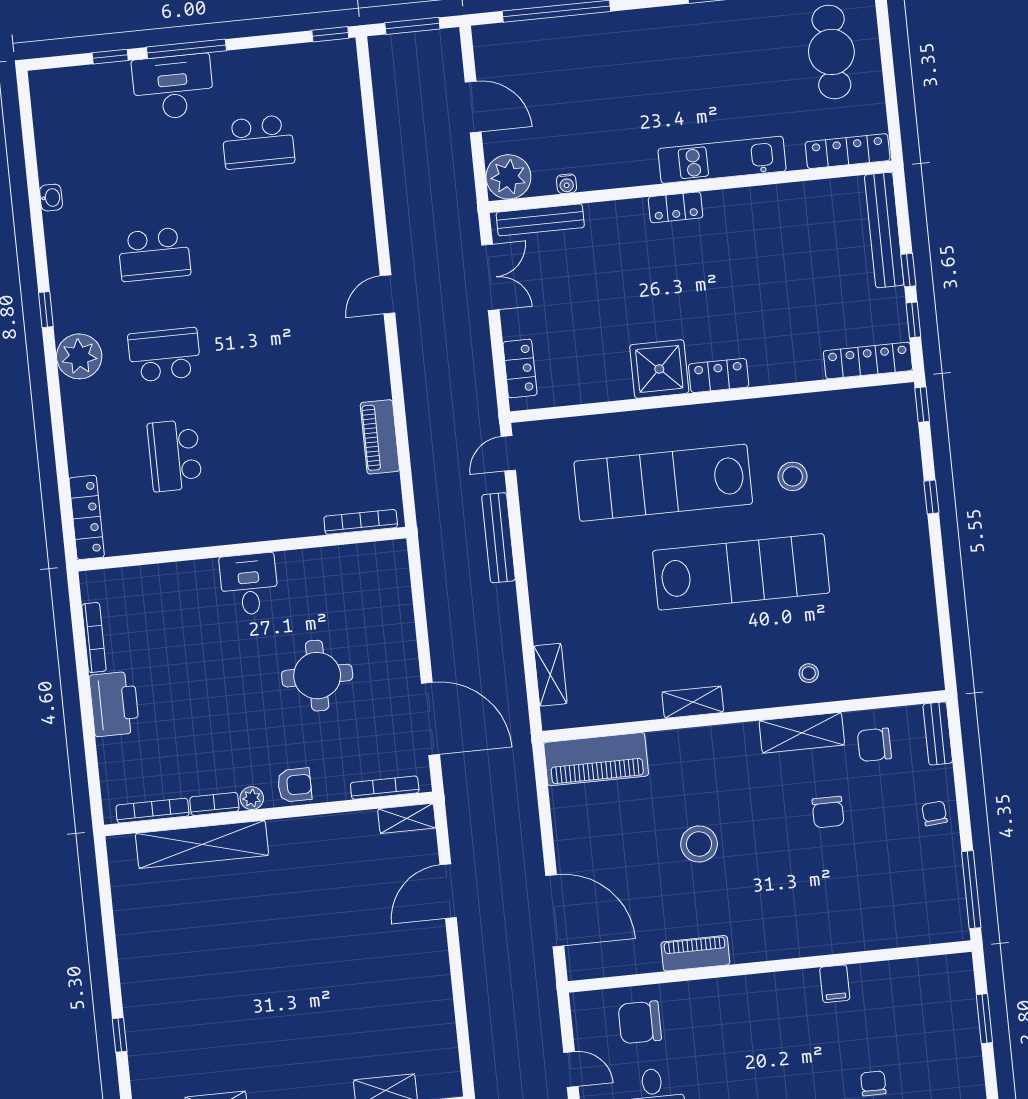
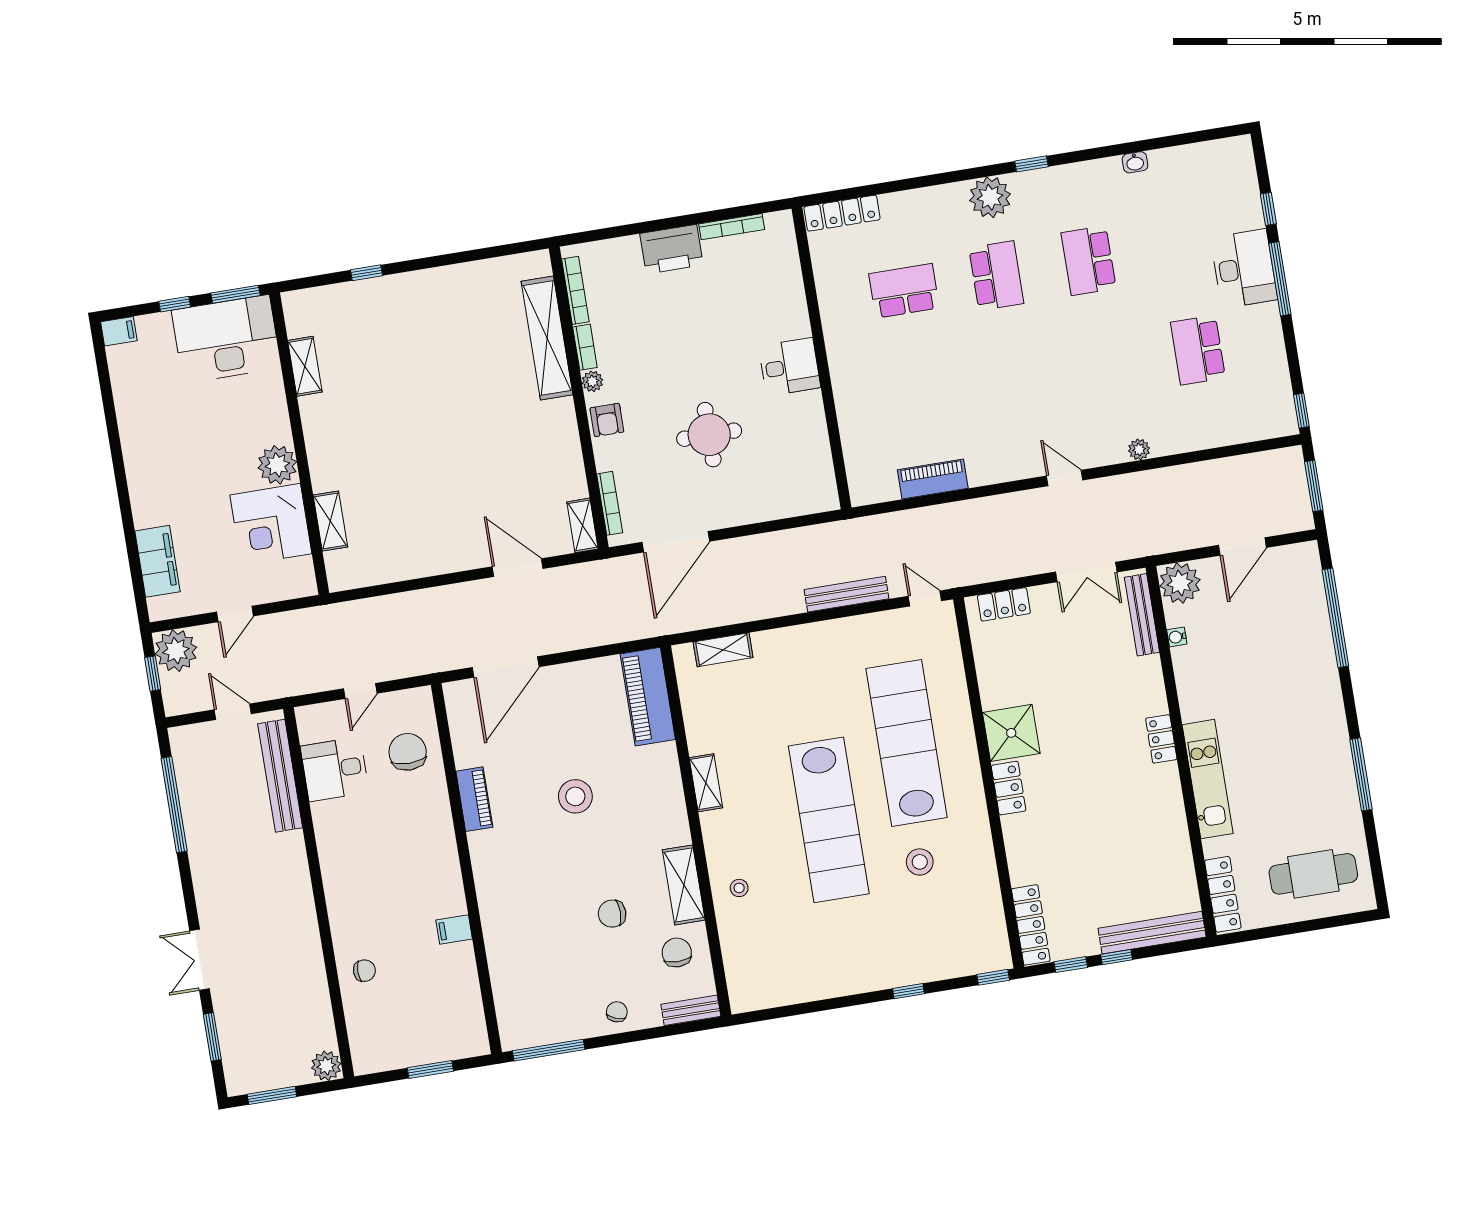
plant: (362, 212) -> (1139, 450), added
bookcase: (361, 522) -> (853, 466), removed
chair: (934, 813) -> (617, 1012), turned -65

